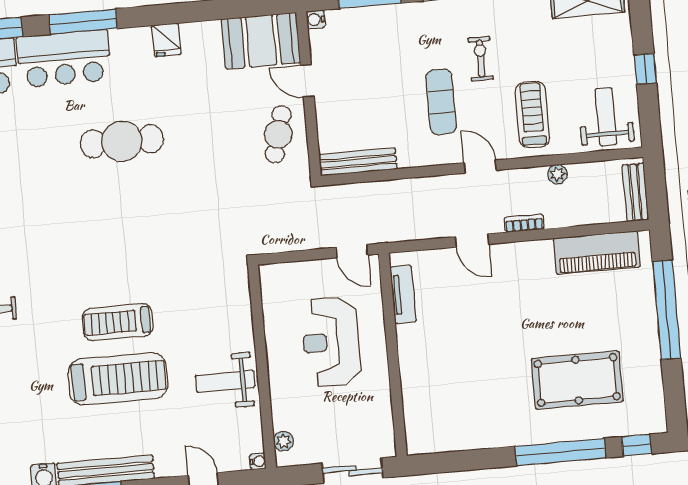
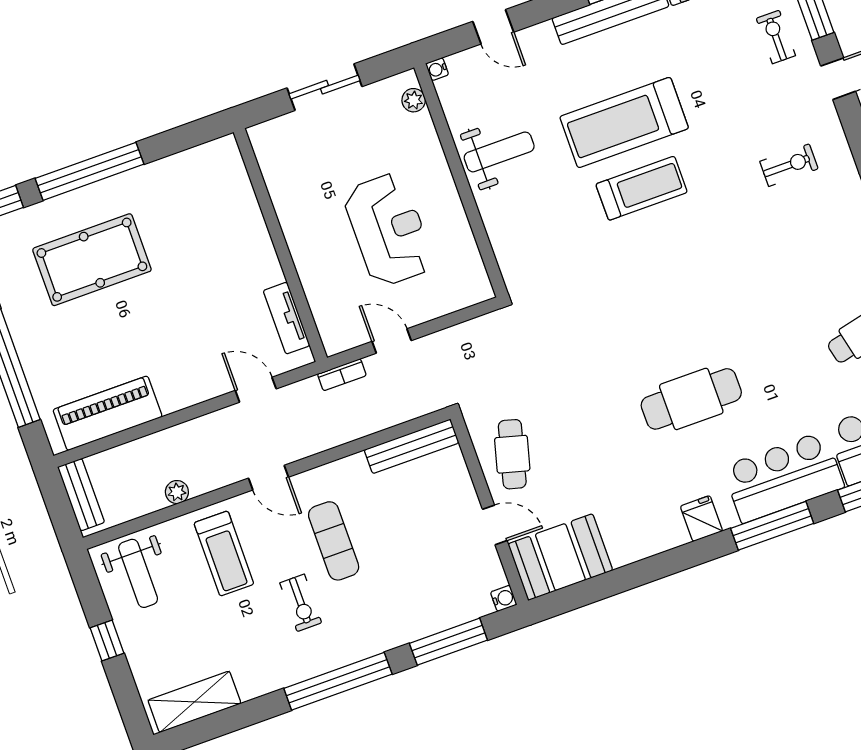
fridge: (166, 40) -> (701, 519), moved
bookcase: (524, 223) -> (342, 375), moved
tv unit: (403, 294) -> (287, 318), moved
wall: (393, 355) -> (280, 245), moved

